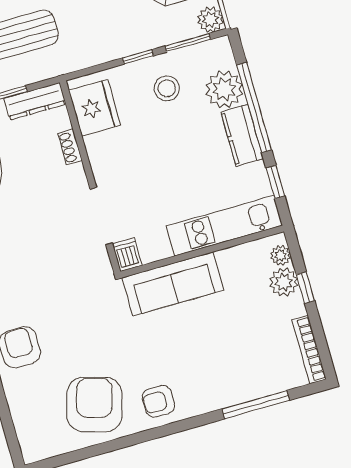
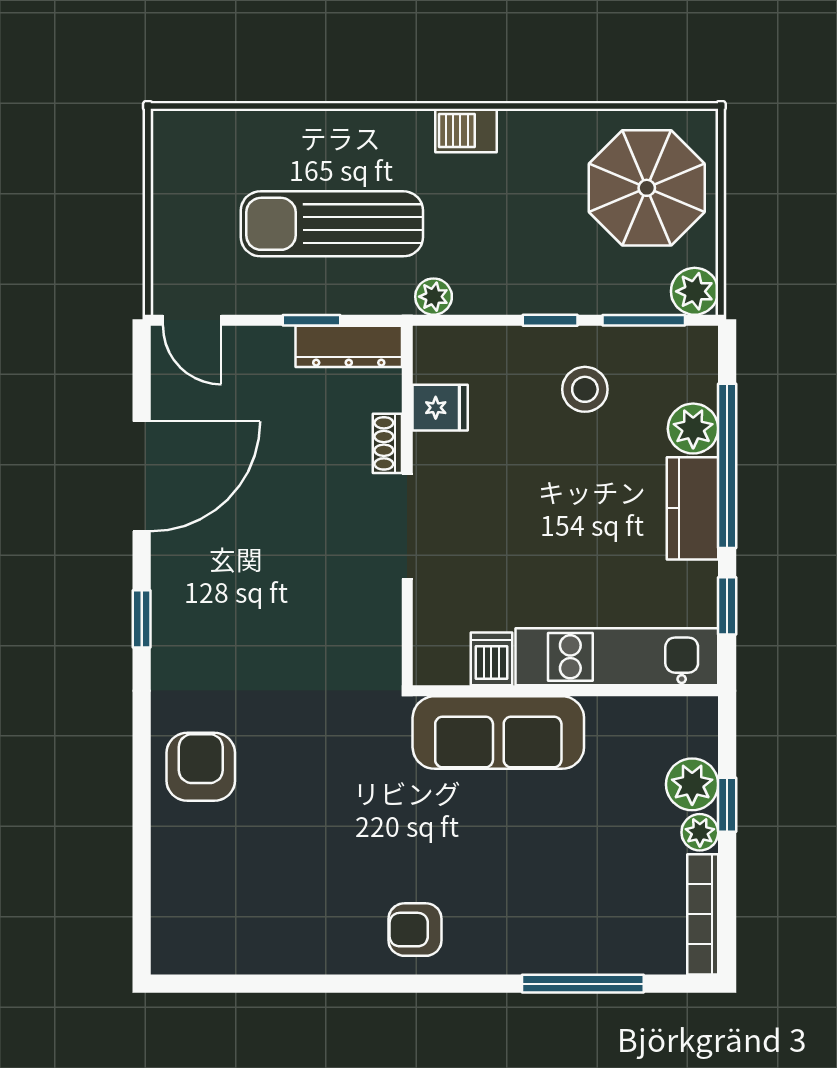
plant: (72, 62) -> (434, 297), added
plant: (224, 89) -> (693, 429), width x0.73, depth x0.73
fridge: (95, 108) -> (440, 408), width x0.53, depth x0.75
doorway: (101, 216) -> (407, 526), moved
dishwasher: (127, 255) -> (491, 659), moved
plant: (281, 255) -> (700, 832), moved
armchair: (94, 405) -> (302, 903), removed

